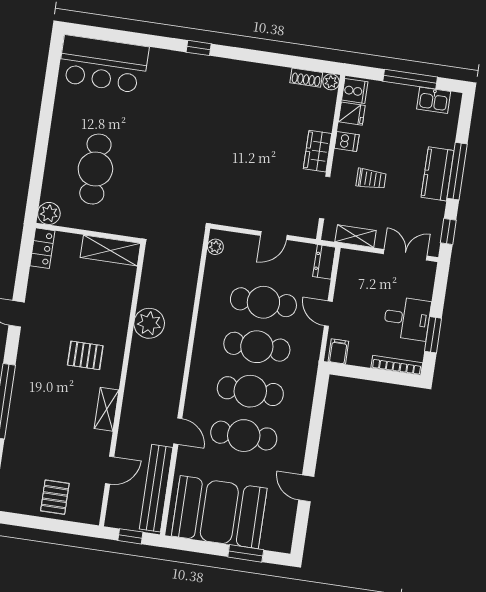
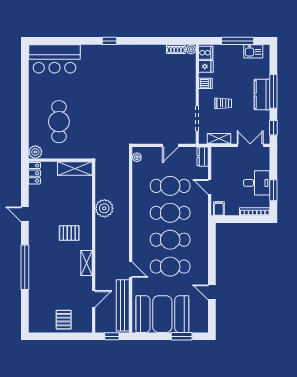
wardrobe: (317, 151) -> (189, 92), removed

